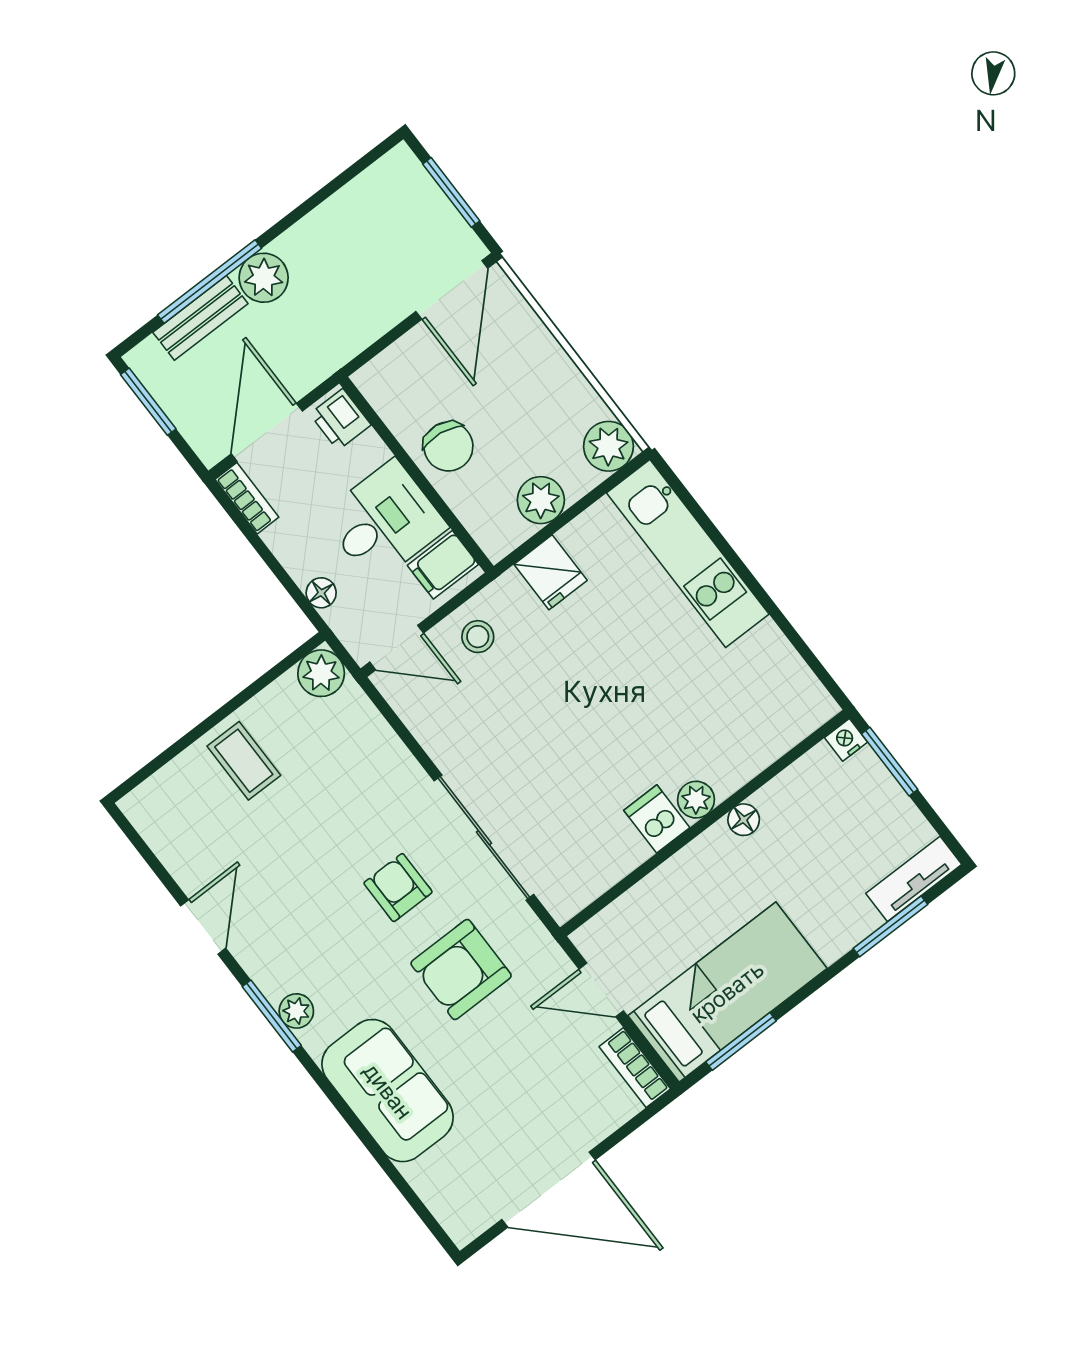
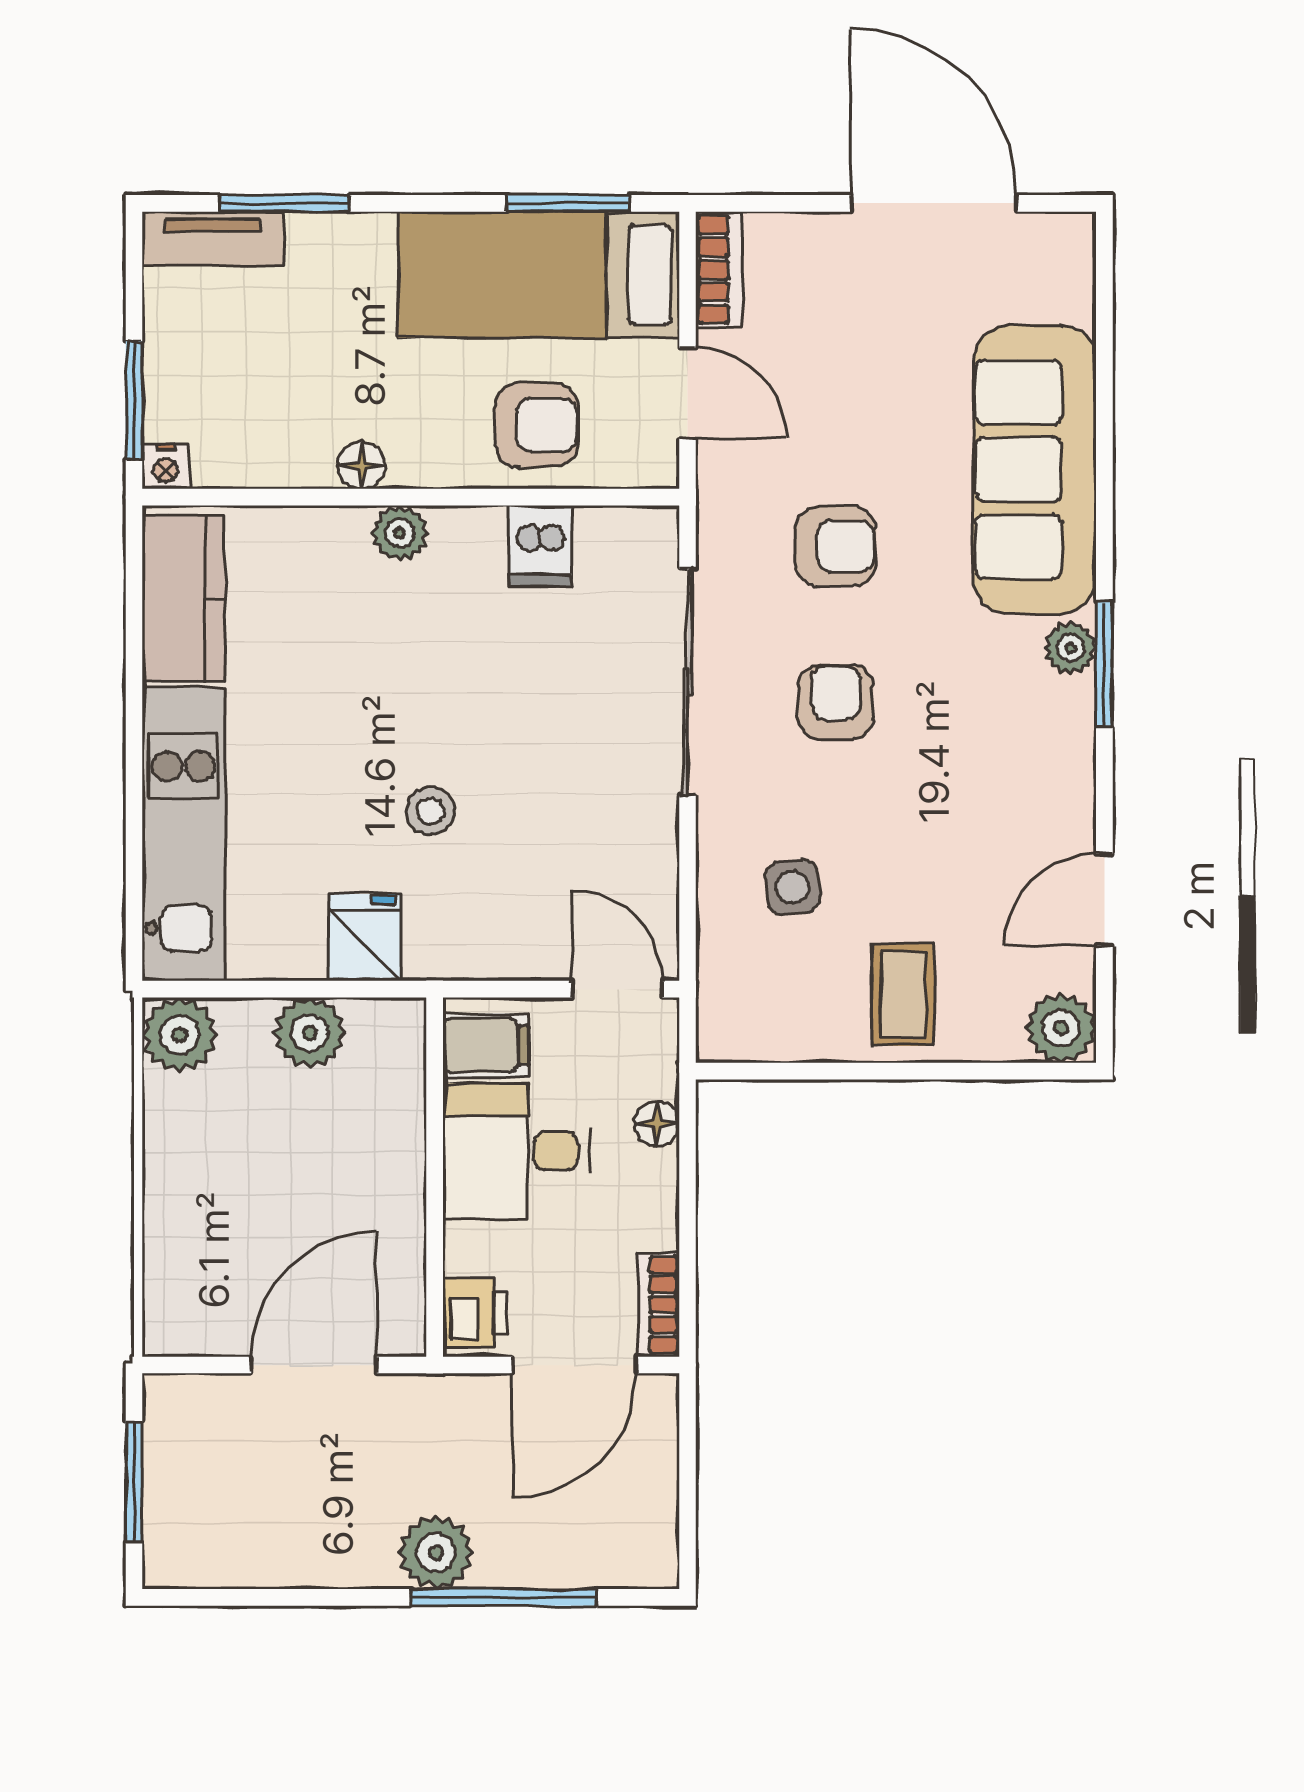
door: (452, 290) -> (314, 1365), moved
bench: (200, 318) -> (548, 1562), removed
window: (148, 402) -> (688, 1510), removed
chair: (448, 446) -> (371, 1182), removed
stool: (478, 637) -> (431, 811), moved
plant: (321, 673) -> (1061, 1028), moved
kitchen counter: (783, 677) -> (184, 599), added
side table: (346, 772) -> (792, 887), added
dishwasher: (657, 819) -> (540, 546), moved
armchair: (398, 888) -> (836, 702), turned 180
armchair: (668, 912) -> (537, 425), added
door: (203, 927) -> (1104, 900), moved
armchair: (461, 969) -> (836, 546), width x0.72, depth x0.72
sofa: (388, 1091) -> (1035, 469), width x1.36

